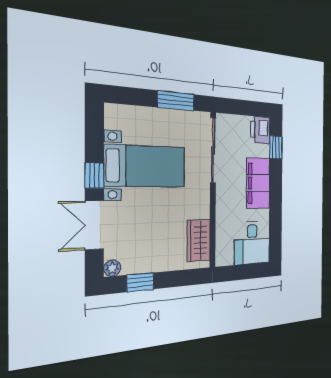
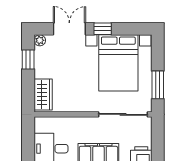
bed with nightstands: (146, 166) -> (118, 63), width x1.36
wardrobe: (199, 240) -> (43, 95), moved, turned 90

